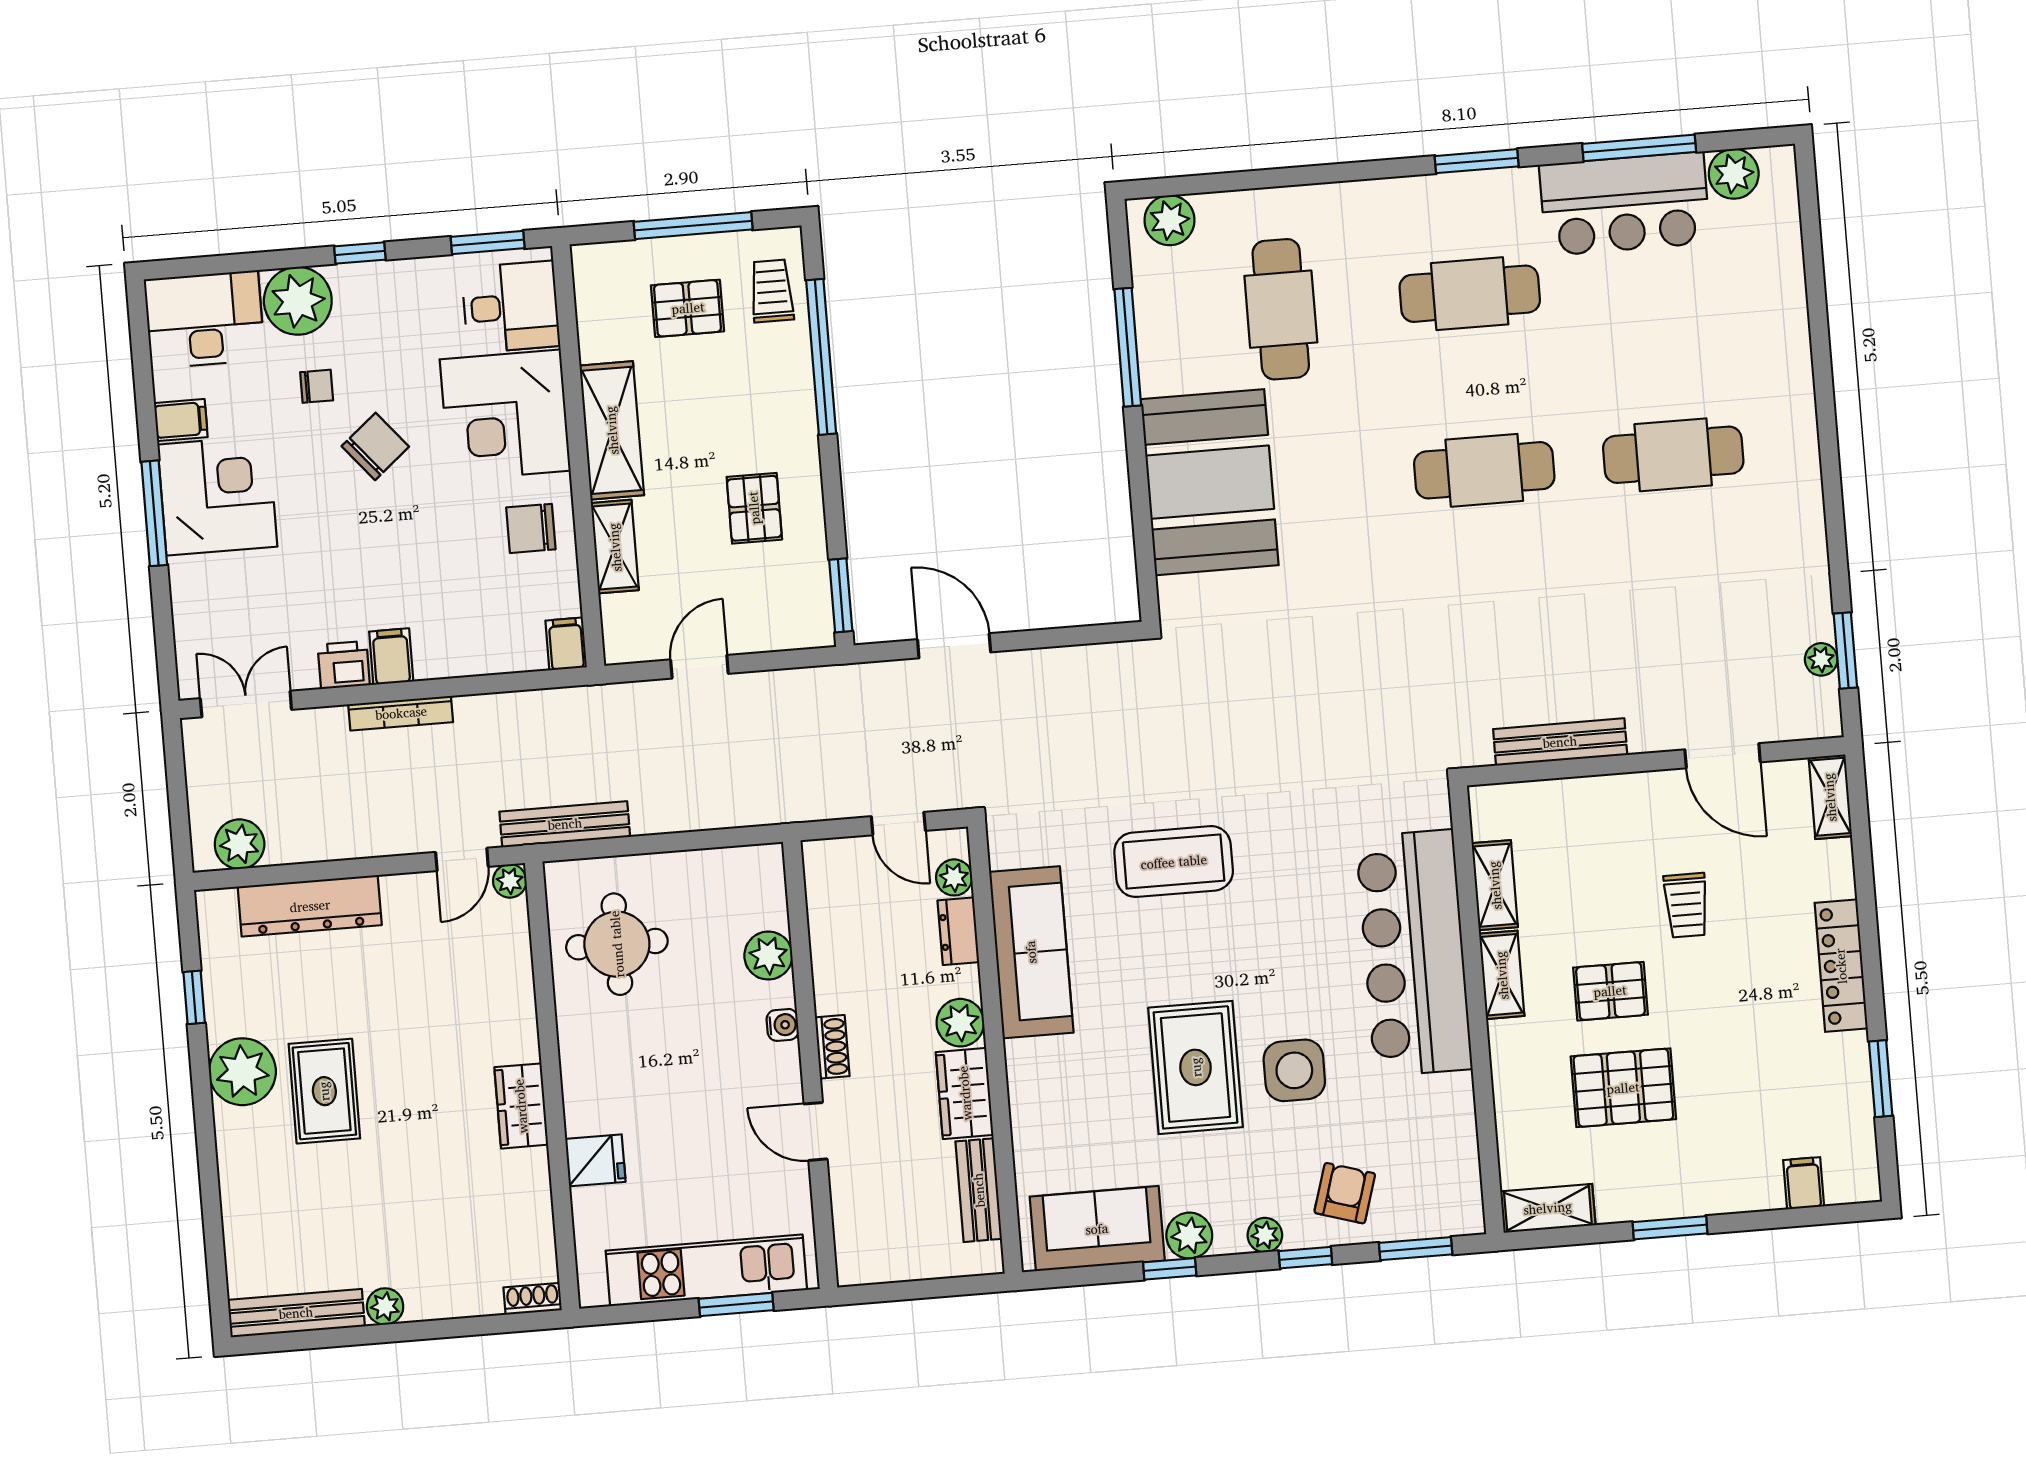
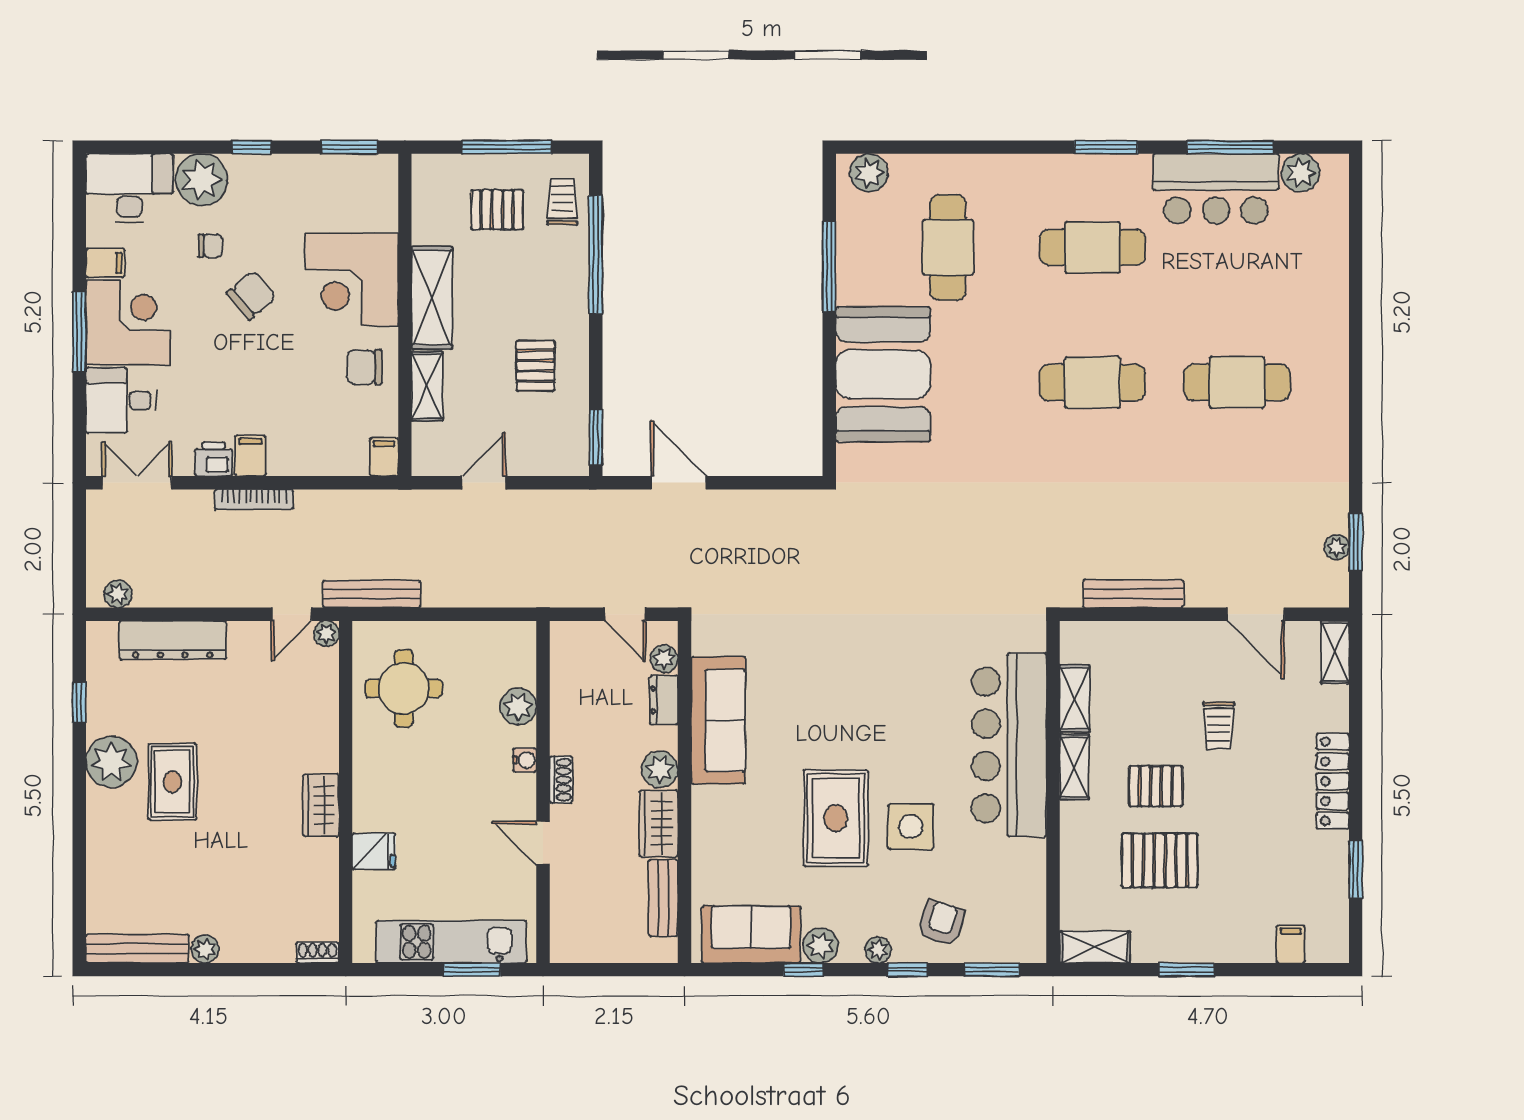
desk: (511, 307) -> (121, 400), moved, turned 180
plant: (240, 844) -> (118, 594), width x0.73, depth x0.73
coffee table: (1174, 862) -> (832, 660), removed

